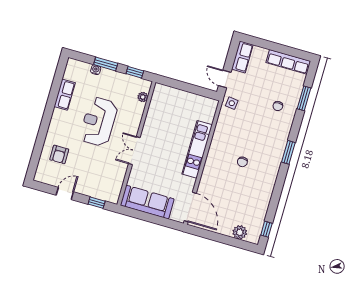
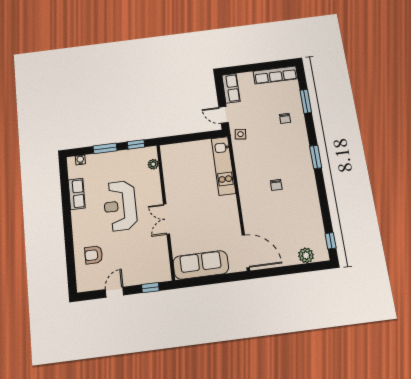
water cooler: (96, 70) -> (80, 160), moved
kitchen unit: (197, 149) -> (223, 166), moved
armchair: (59, 154) -> (94, 255), turned 90

